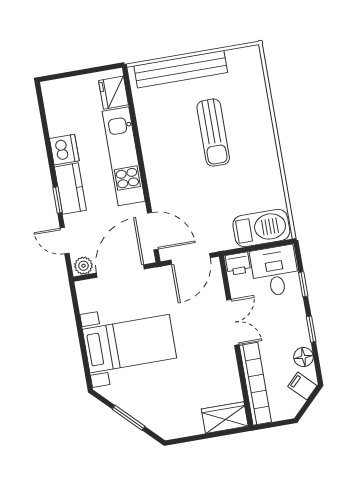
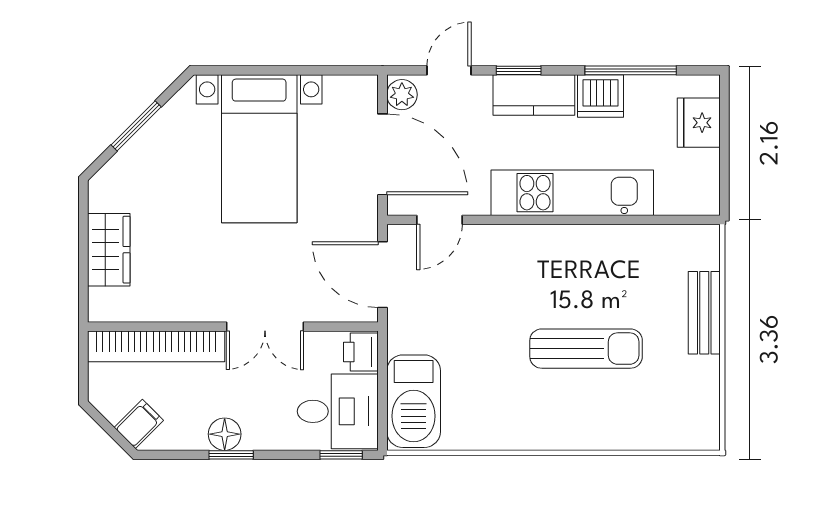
bench: (181, 69) -> (704, 313), width x0.54, depth x0.82
fridge: (113, 93) -> (699, 123), moved, turned -90
sun lounger: (213, 133) -> (586, 349), turned 180
window: (46, 135) -> (631, 70), added
door: (153, 231) -> (439, 220), width x0.73
window: (303, 284) -> (341, 455), moved
floor lamp: (303, 357) -> (225, 434), moved
wardrobe: (225, 418) -> (109, 250), moved

